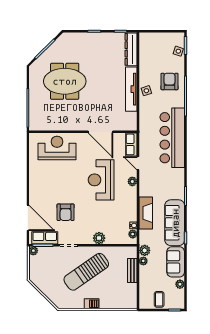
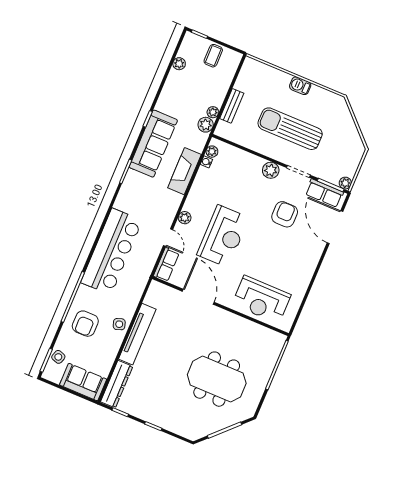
plant: (99, 238) -> (271, 170), moved
sofa: (176, 262) -> (83, 382), moved, turned -90
sun lounger: (86, 272) -> (290, 129), turned -145

